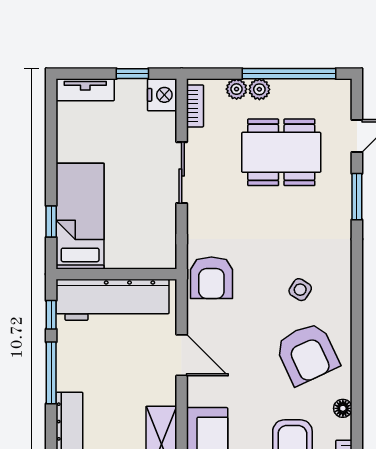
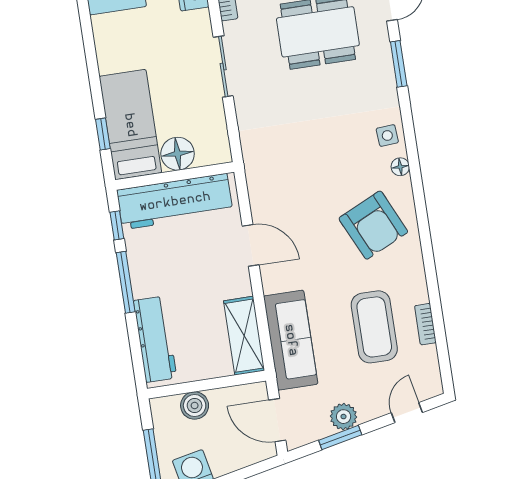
floor lamp: (123, 252) -> (178, 154), added
armchair: (211, 278) -> (268, 165), removed
side table: (300, 290) -> (387, 136), moved, turned -36
floor lamp: (343, 408) -> (400, 167), moved

